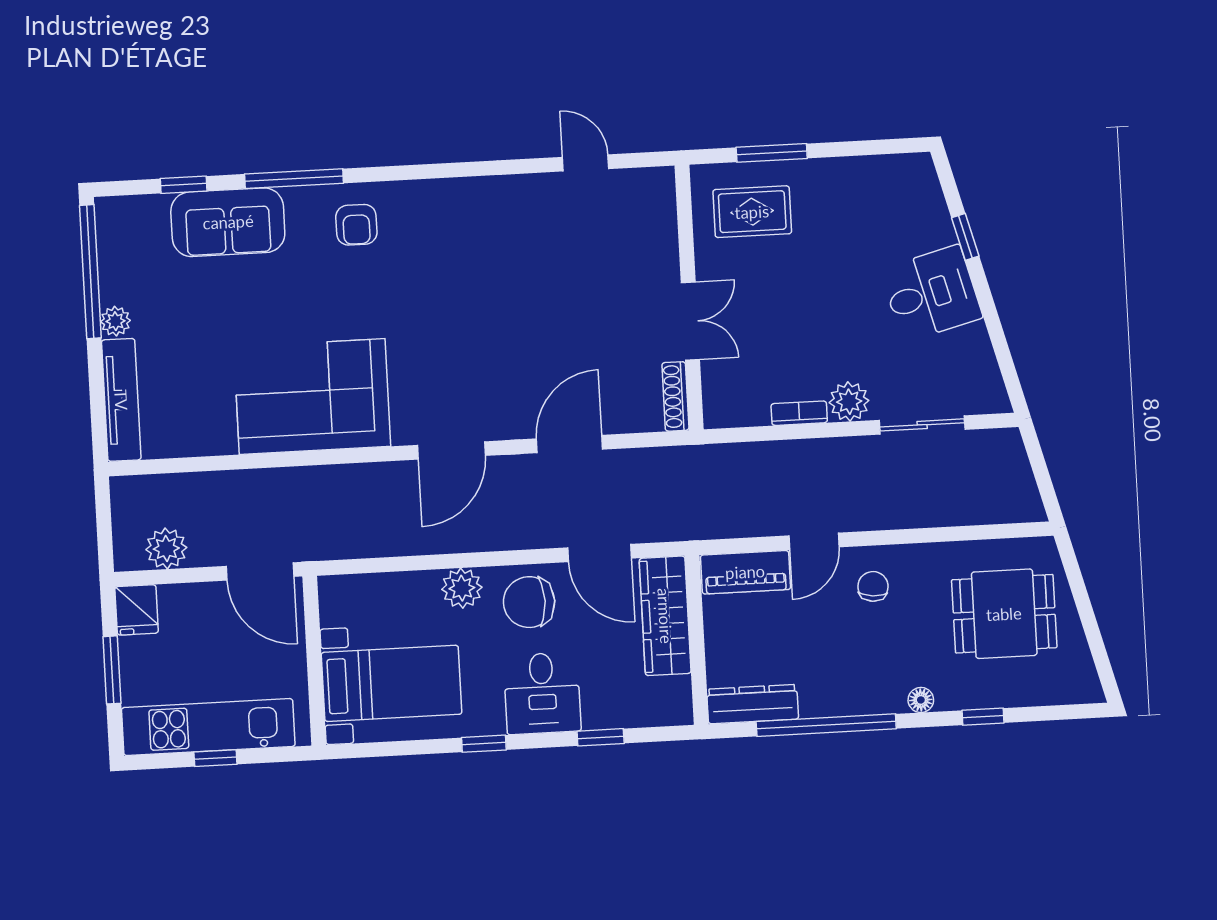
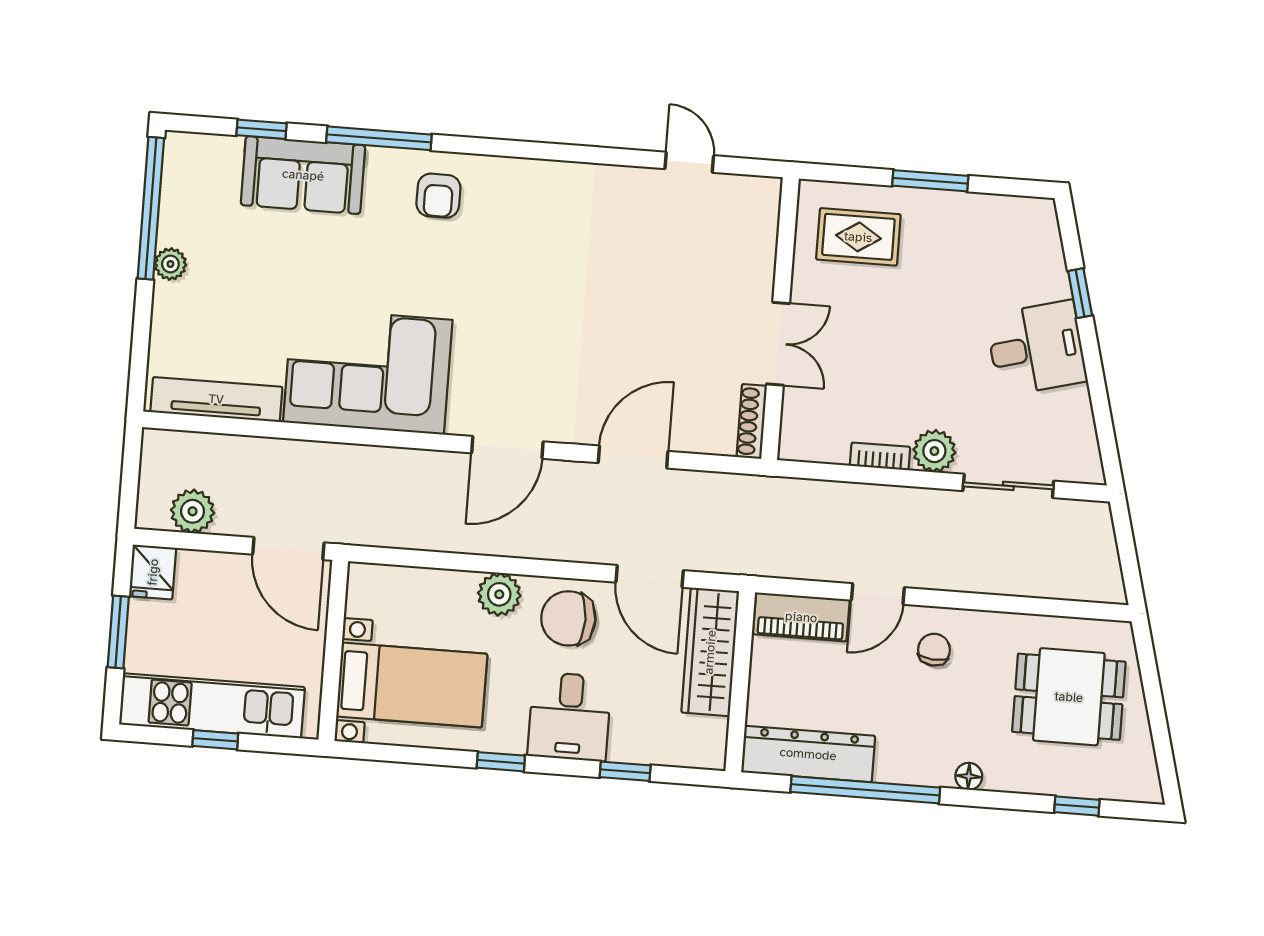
window: (772, 153) -> (930, 181), moved
tv unit: (121, 400) -> (216, 399), moved, turned -90
dresser: (753, 704) -> (808, 754), width x1.37, depth x1.24
window: (983, 717) -> (1077, 806), moved

